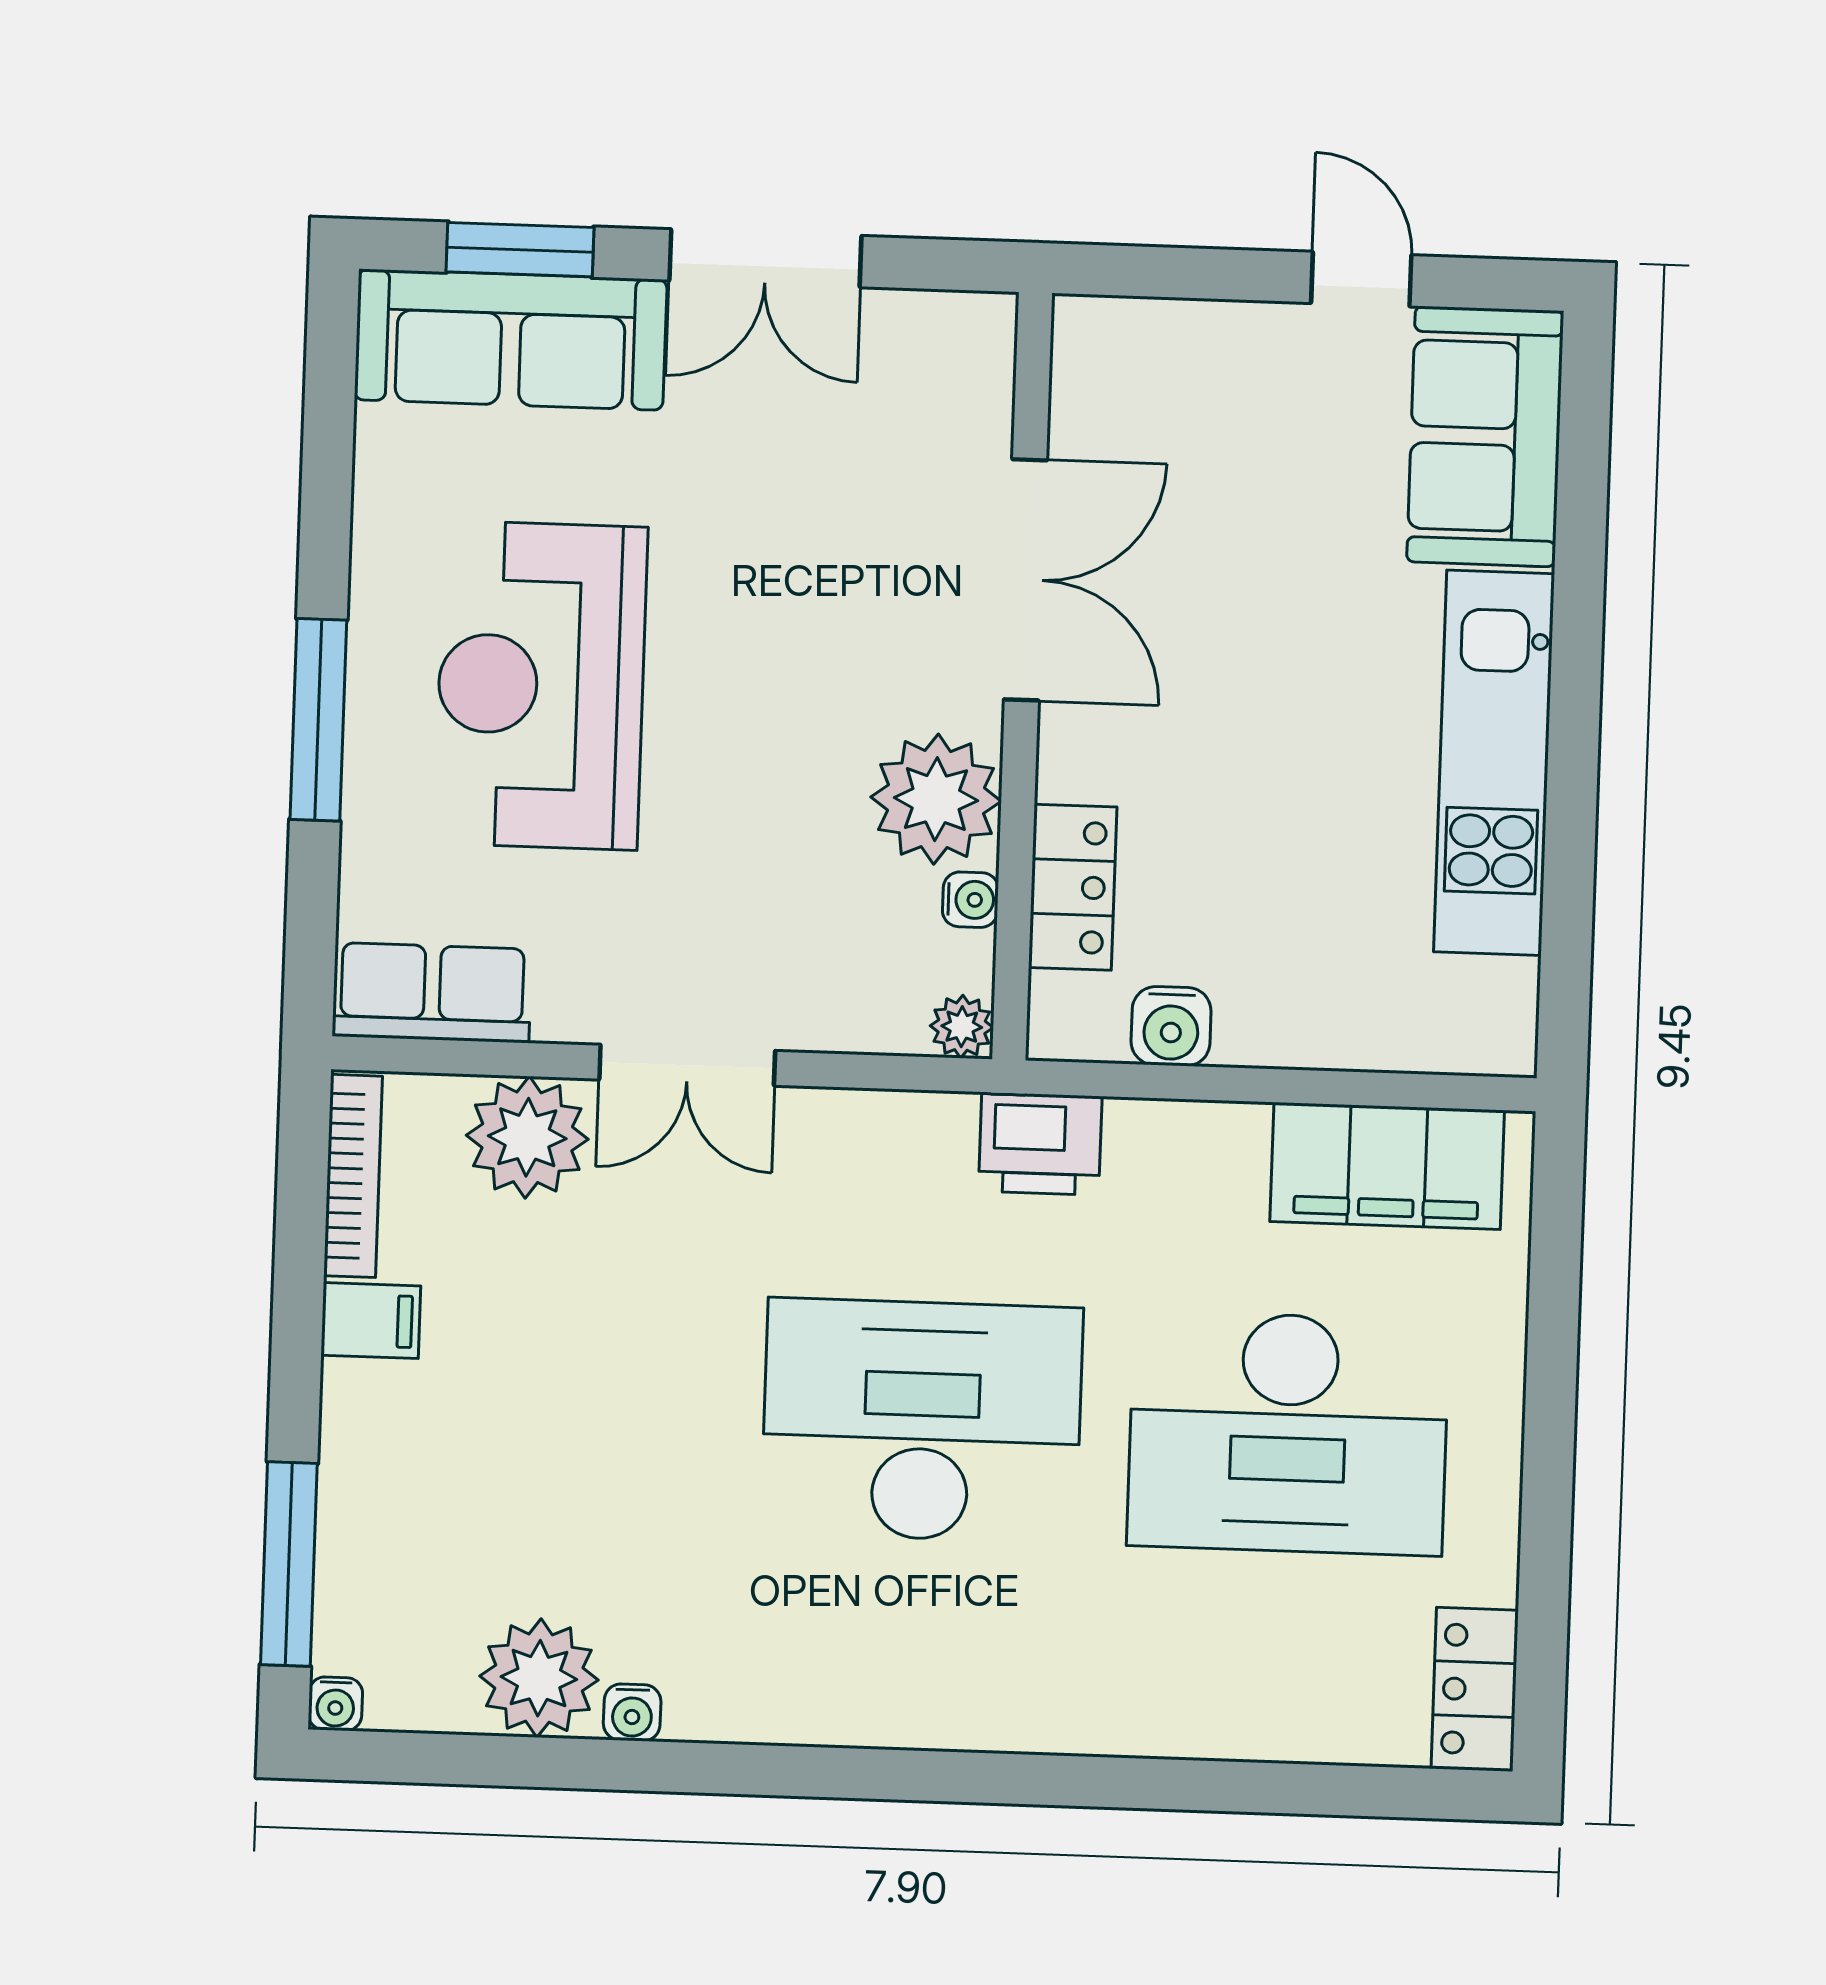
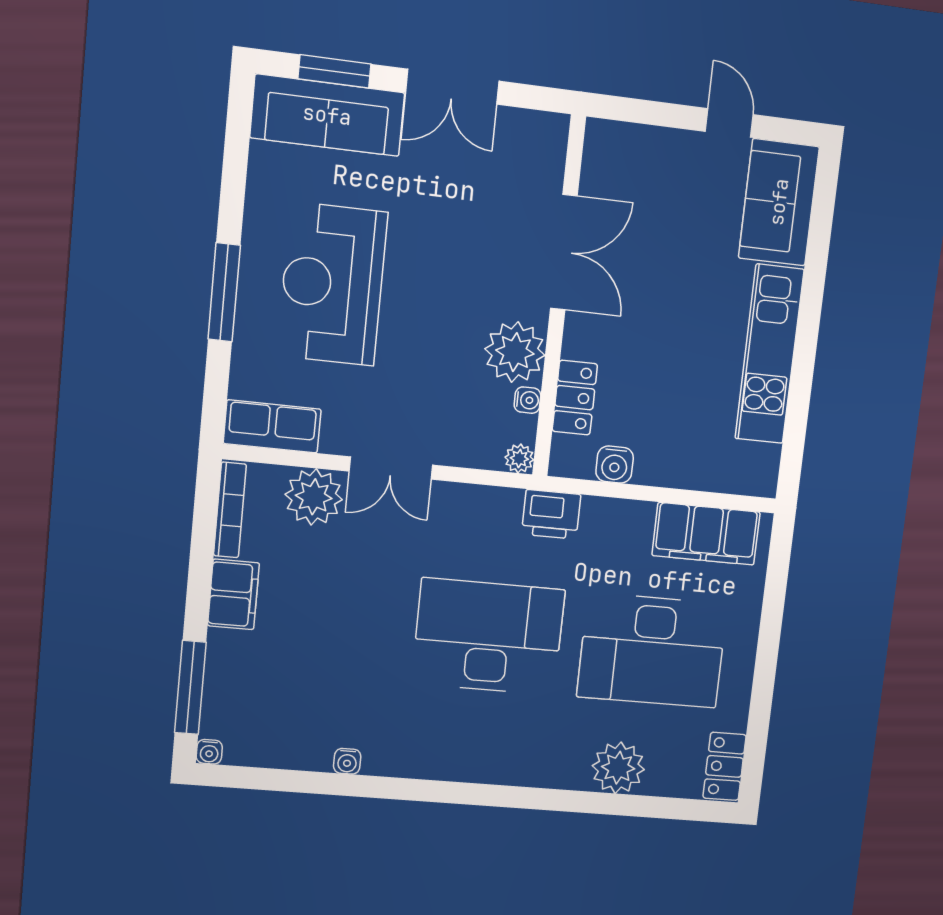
filing cabinet: (371, 1321) -> (233, 594), width x2.00
plant: (539, 1678) -> (618, 768), moved

